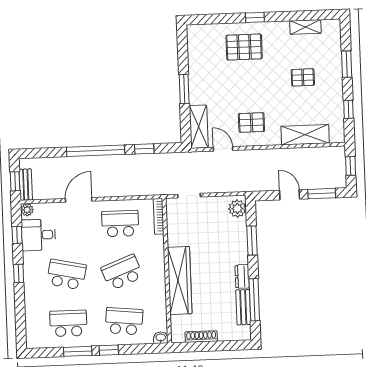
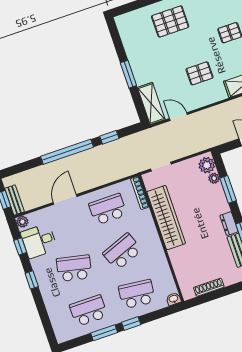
pallet: (251, 122) -> (200, 73), moved
plant: (241, 224) -> (214, 178), added
wardrobe: (180, 280) -> (166, 218), moved

